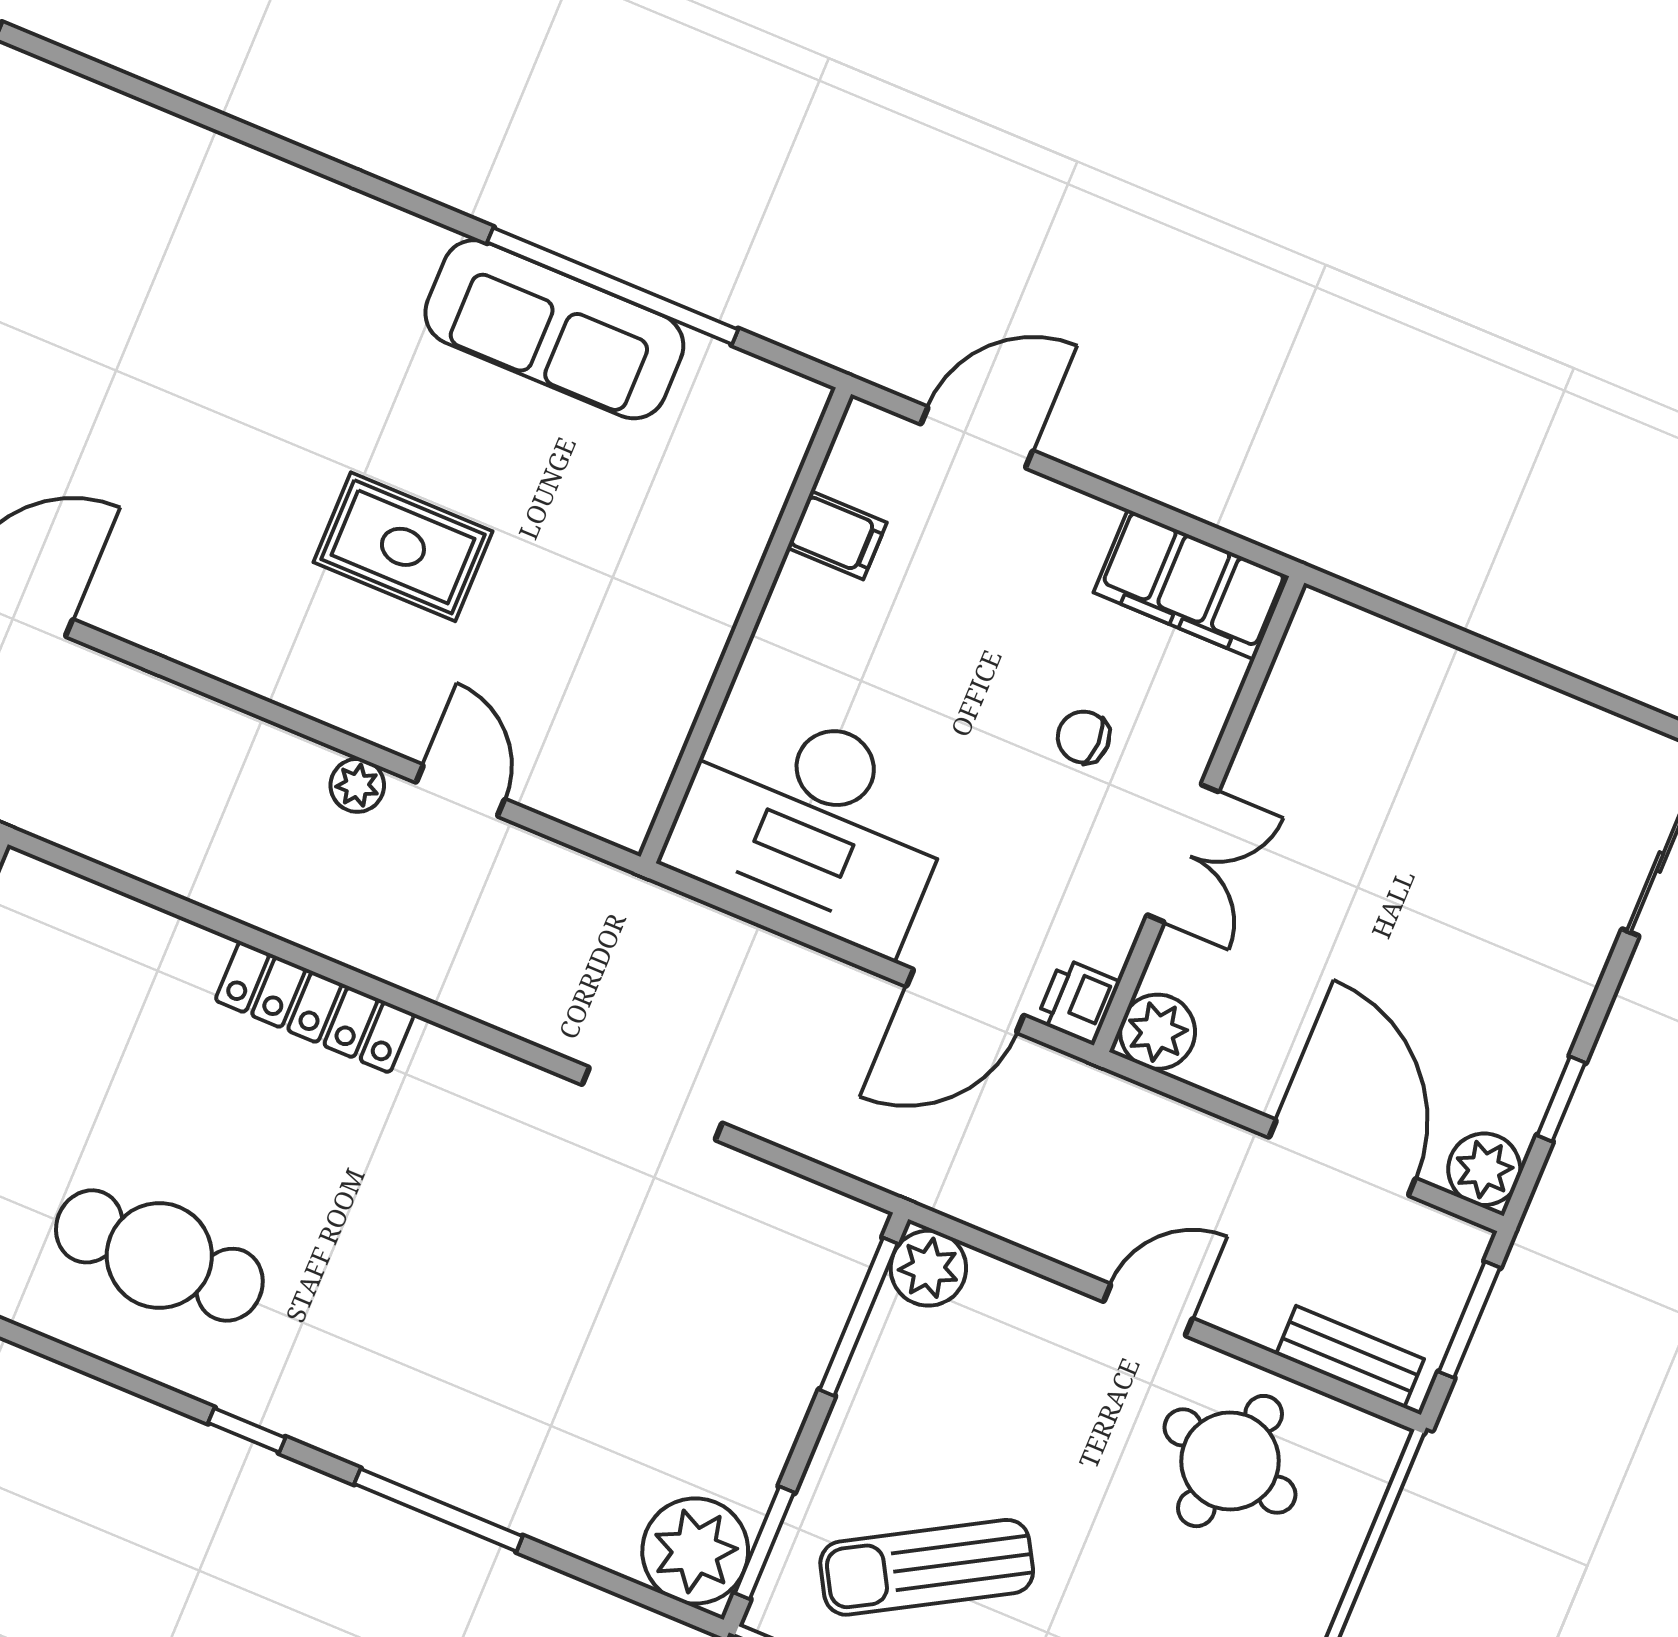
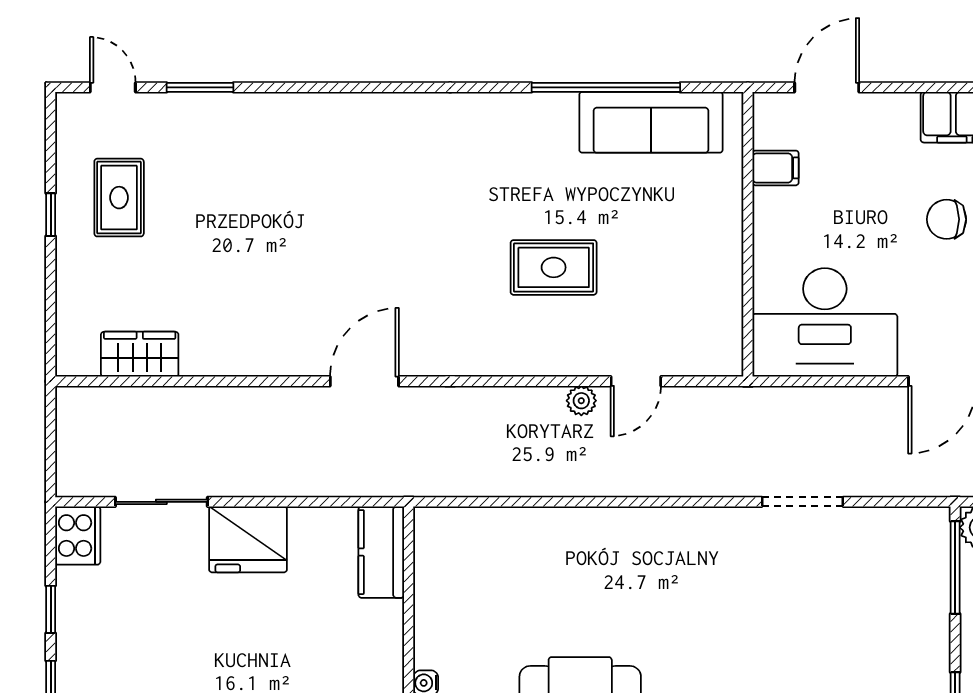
sofa: (554, 329) -> (651, 122), moved
chair: (1083, 737) -> (947, 219), width x1.37, depth x1.37
door: (460, 791) -> (636, 381), swing flipped
locker: (315, 1007) -> (607, 525), removed

